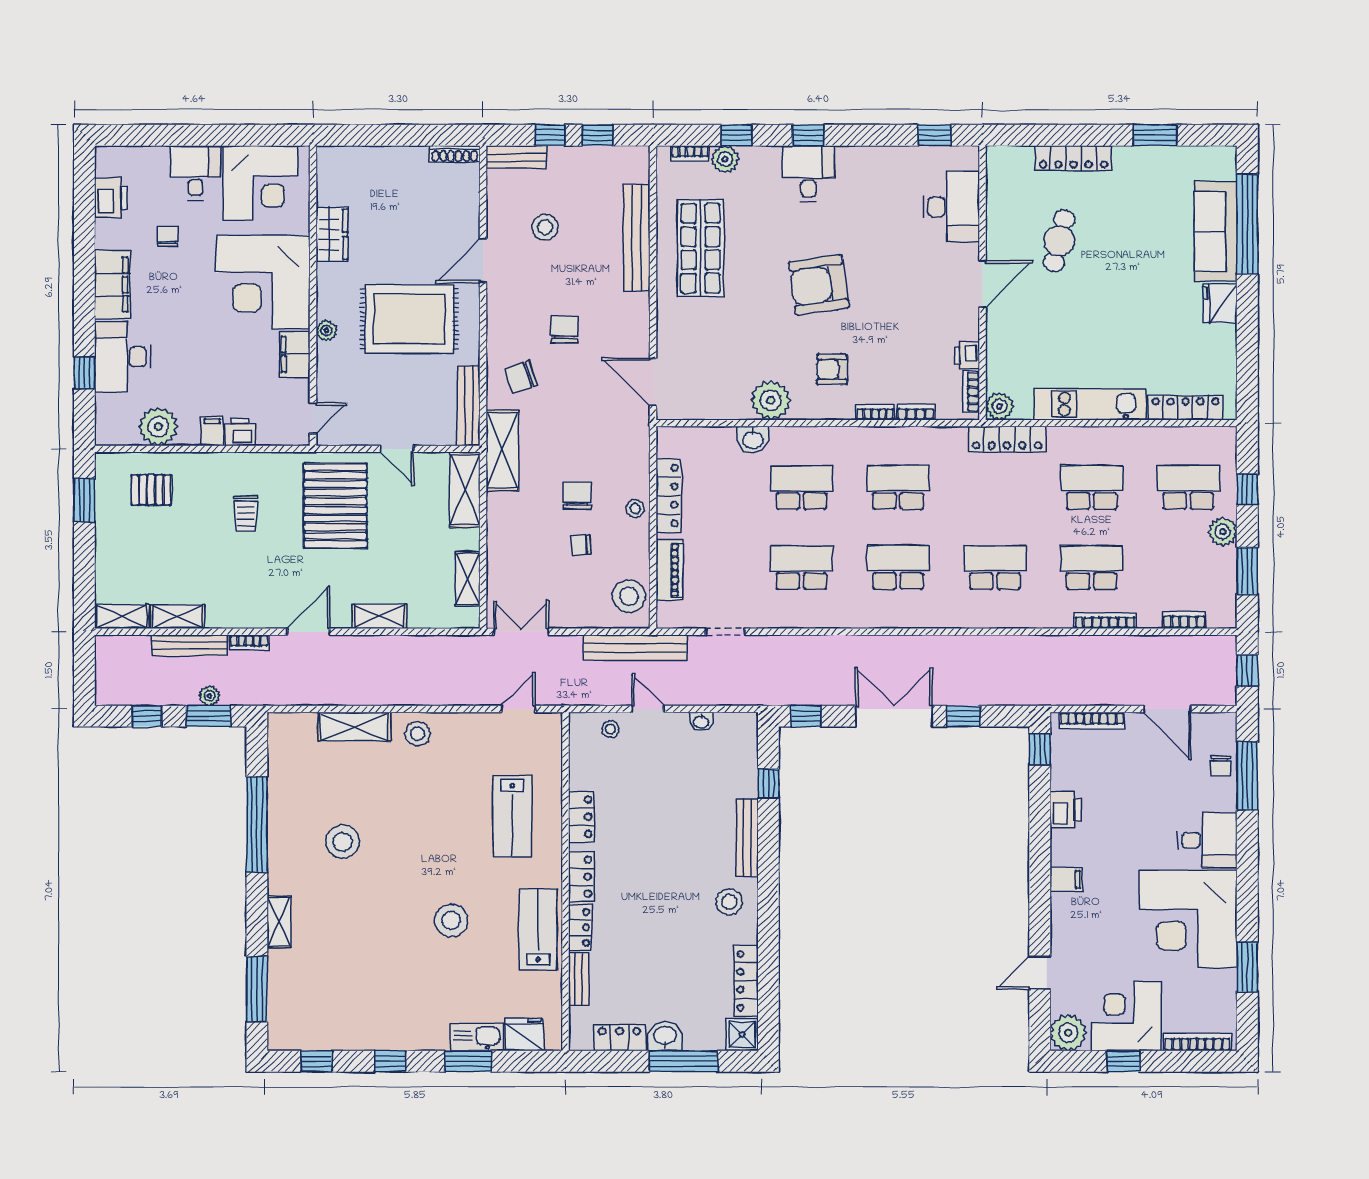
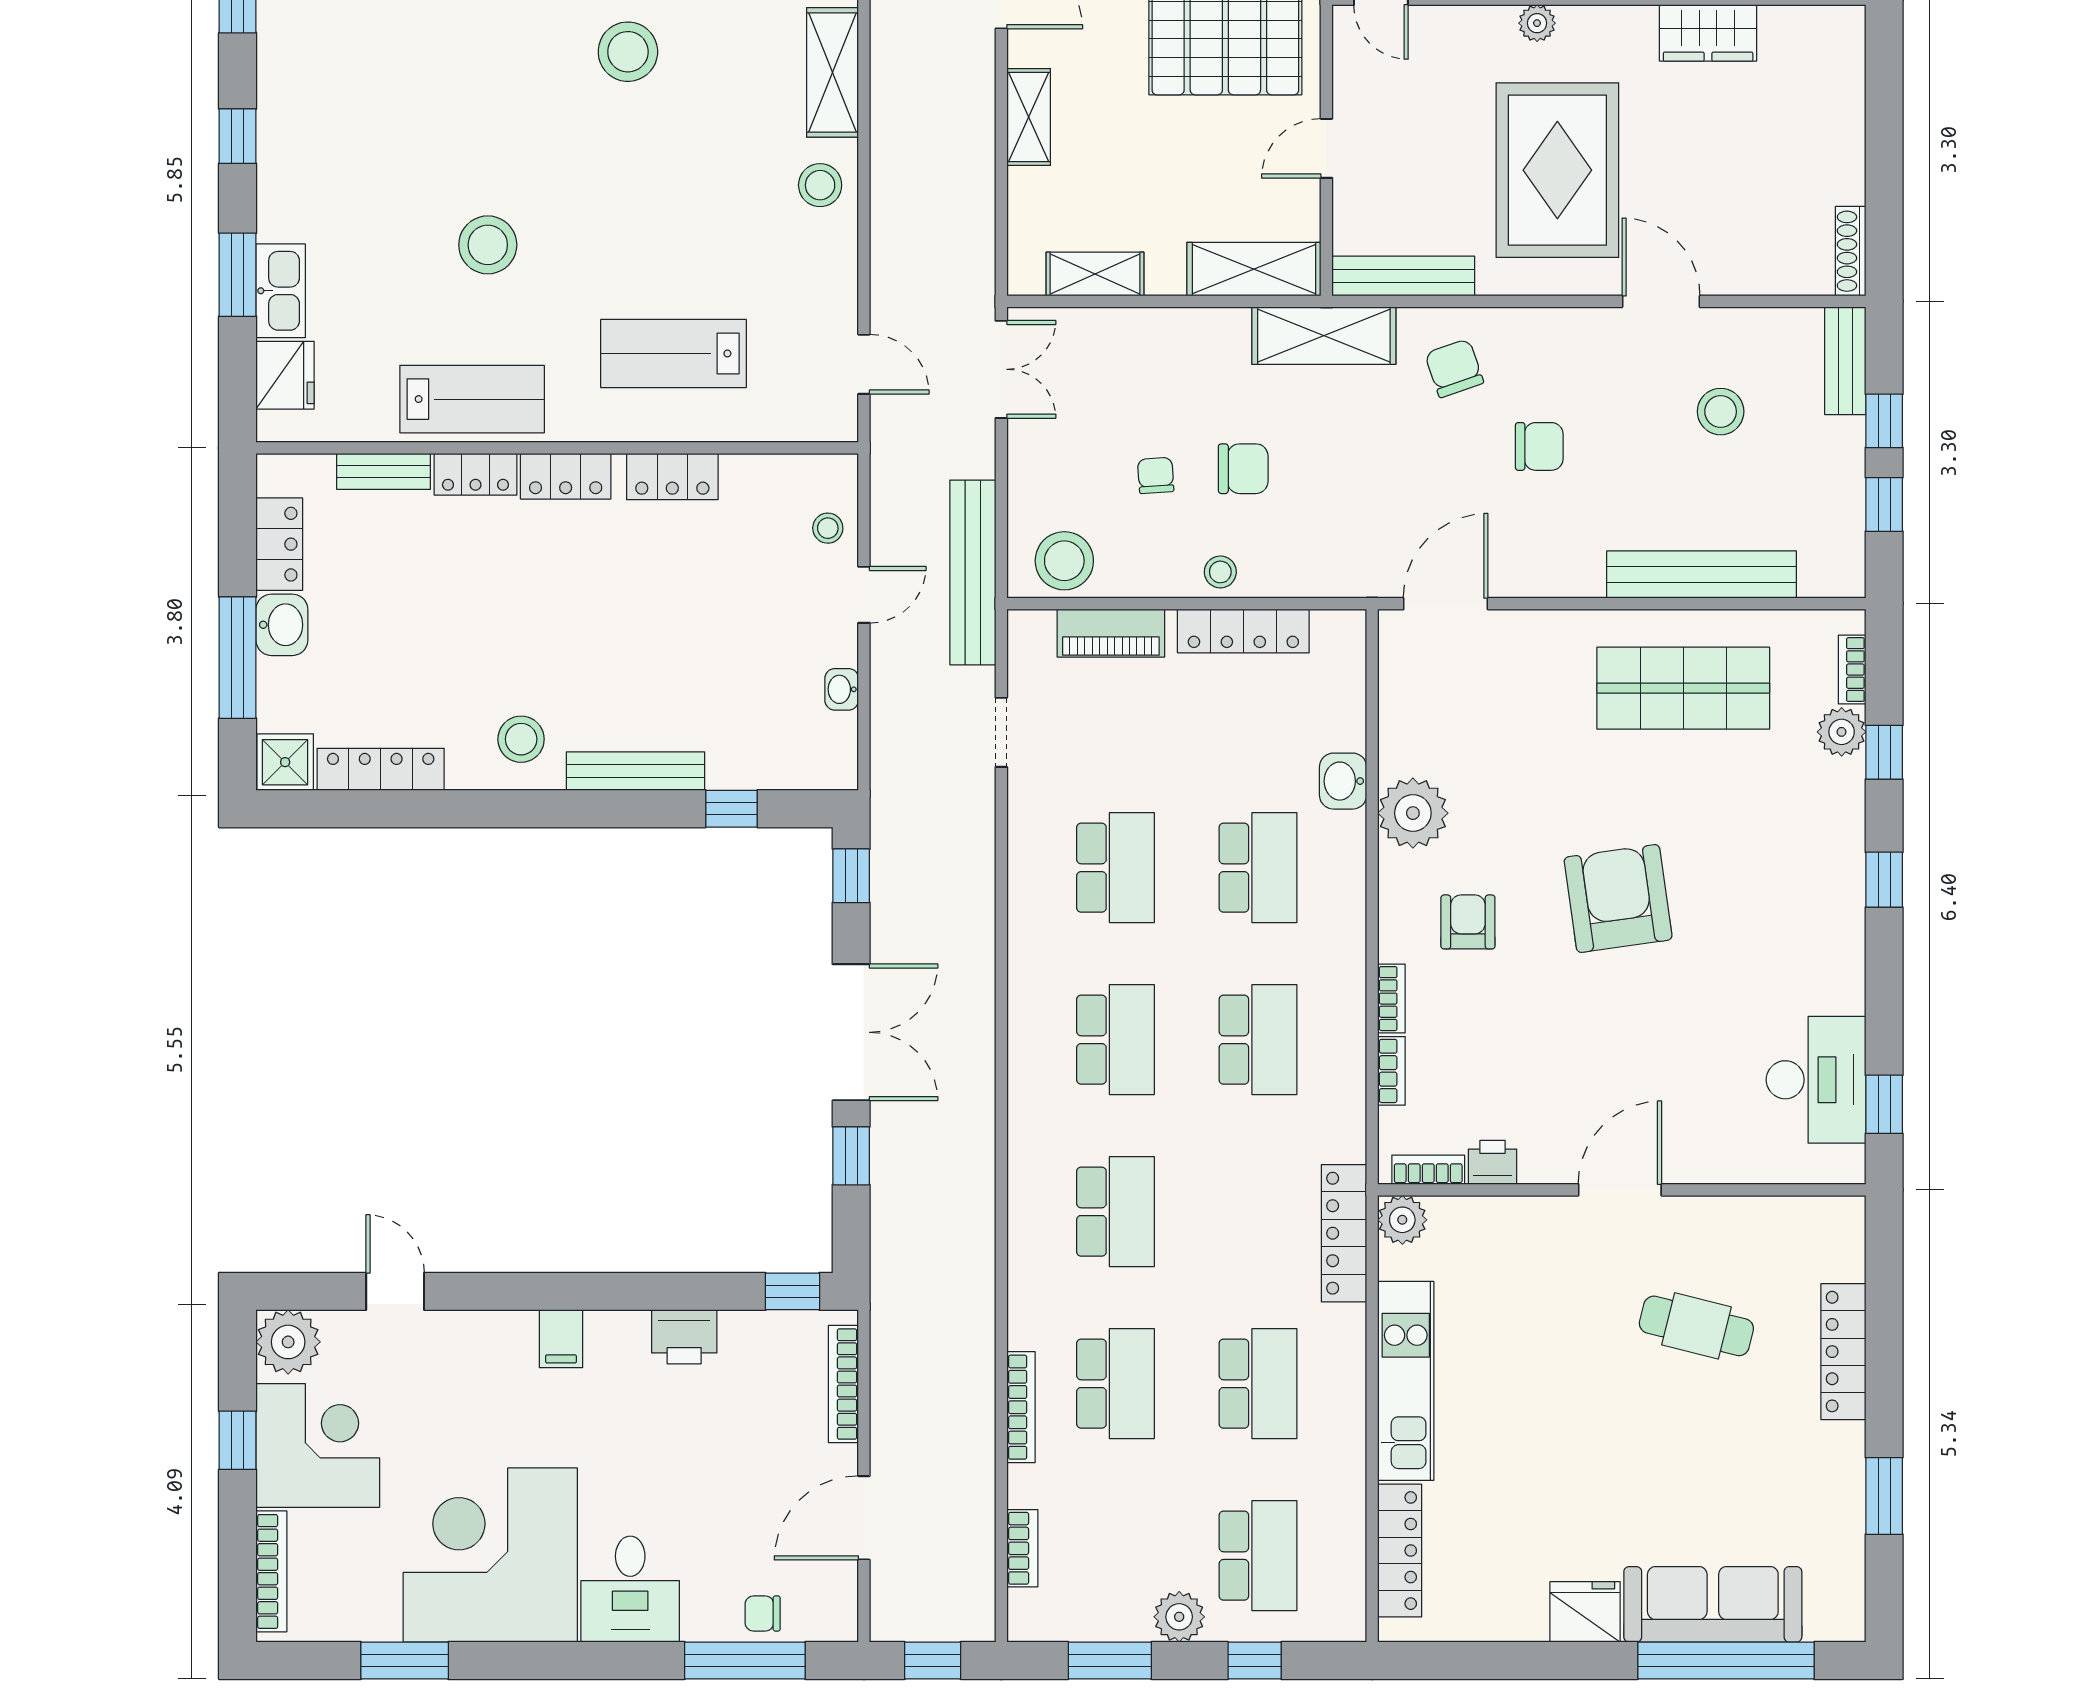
desk: (809, 174) -> (1816, 880), removed
desk: (951, 207) -> (1816, 1080), moved, turned -90
door: (983, 284) -> (1620, 1190), swing flipped

